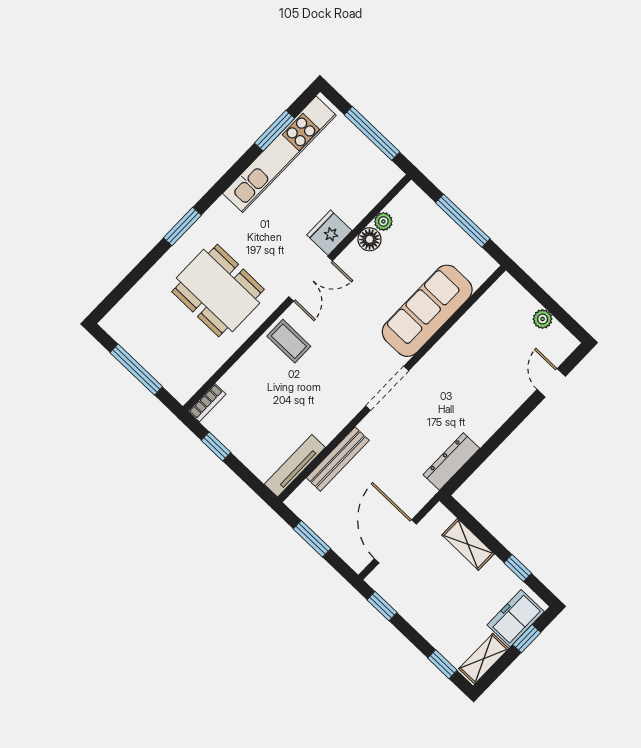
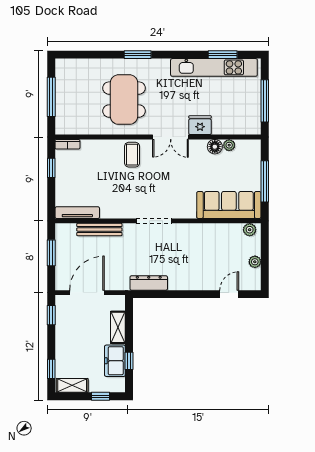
plant: (501, 290) -> (250, 230), added
sofa: (427, 311) -> (229, 205), moved
freezer: (516, 618) -> (115, 361), moved, turned -90

